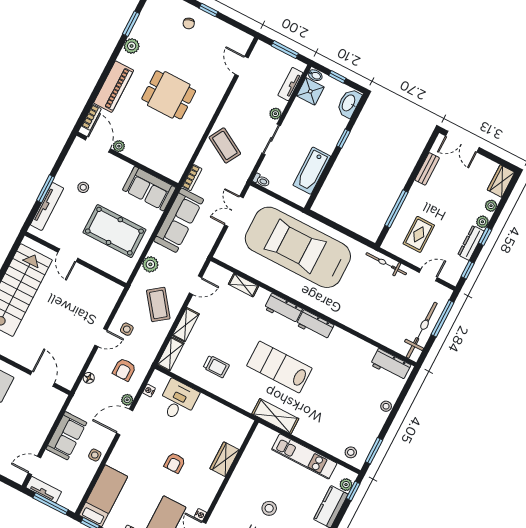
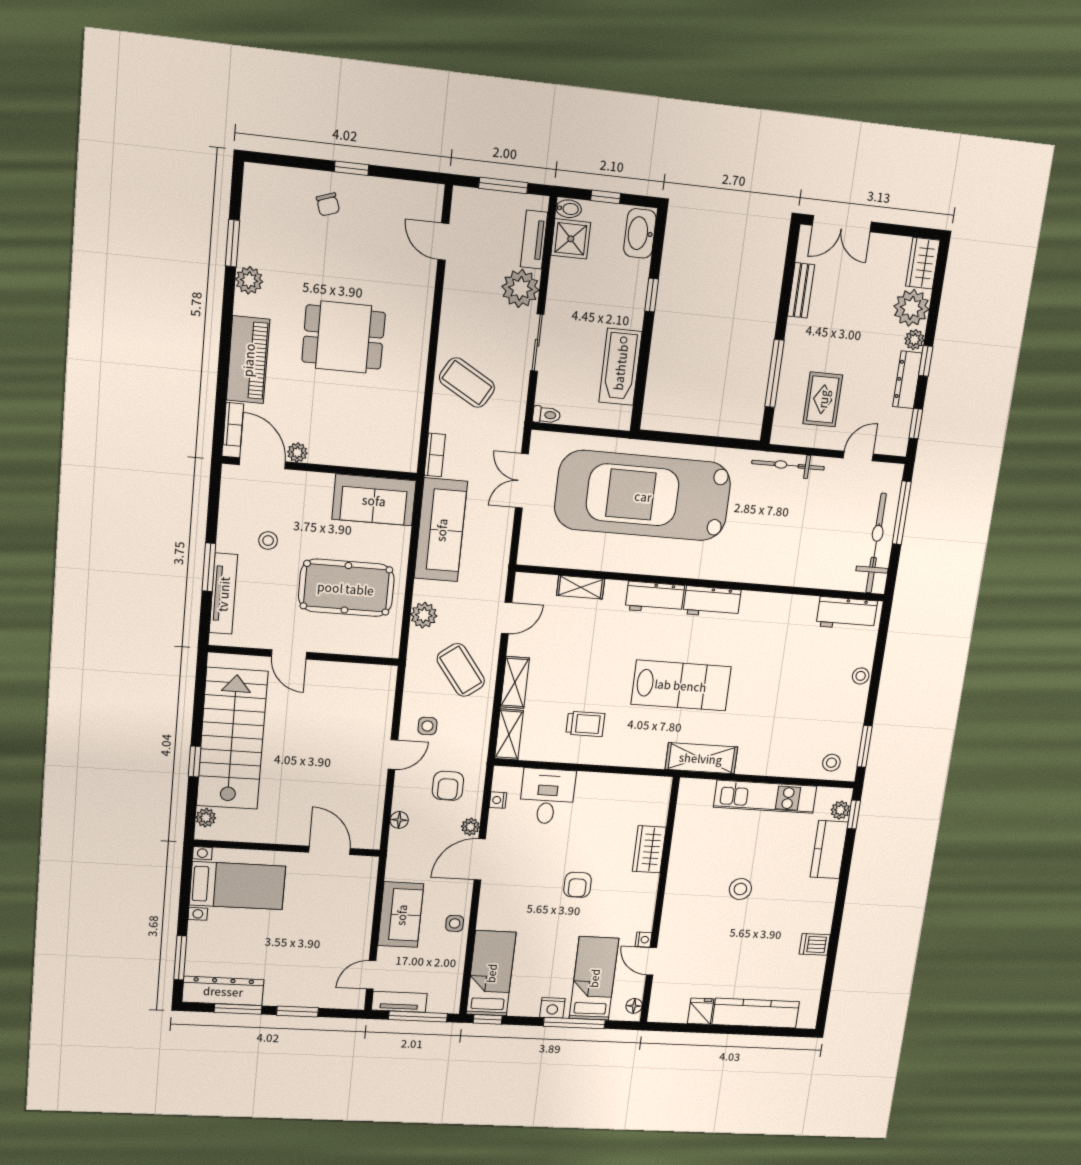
plant: (275, 114) -> (520, 288), width x1.88, depth x1.88
plant: (491, 206) -> (911, 308), width x1.88, depth x1.88
lab bench: (279, 367) -> (681, 685), turned 180

